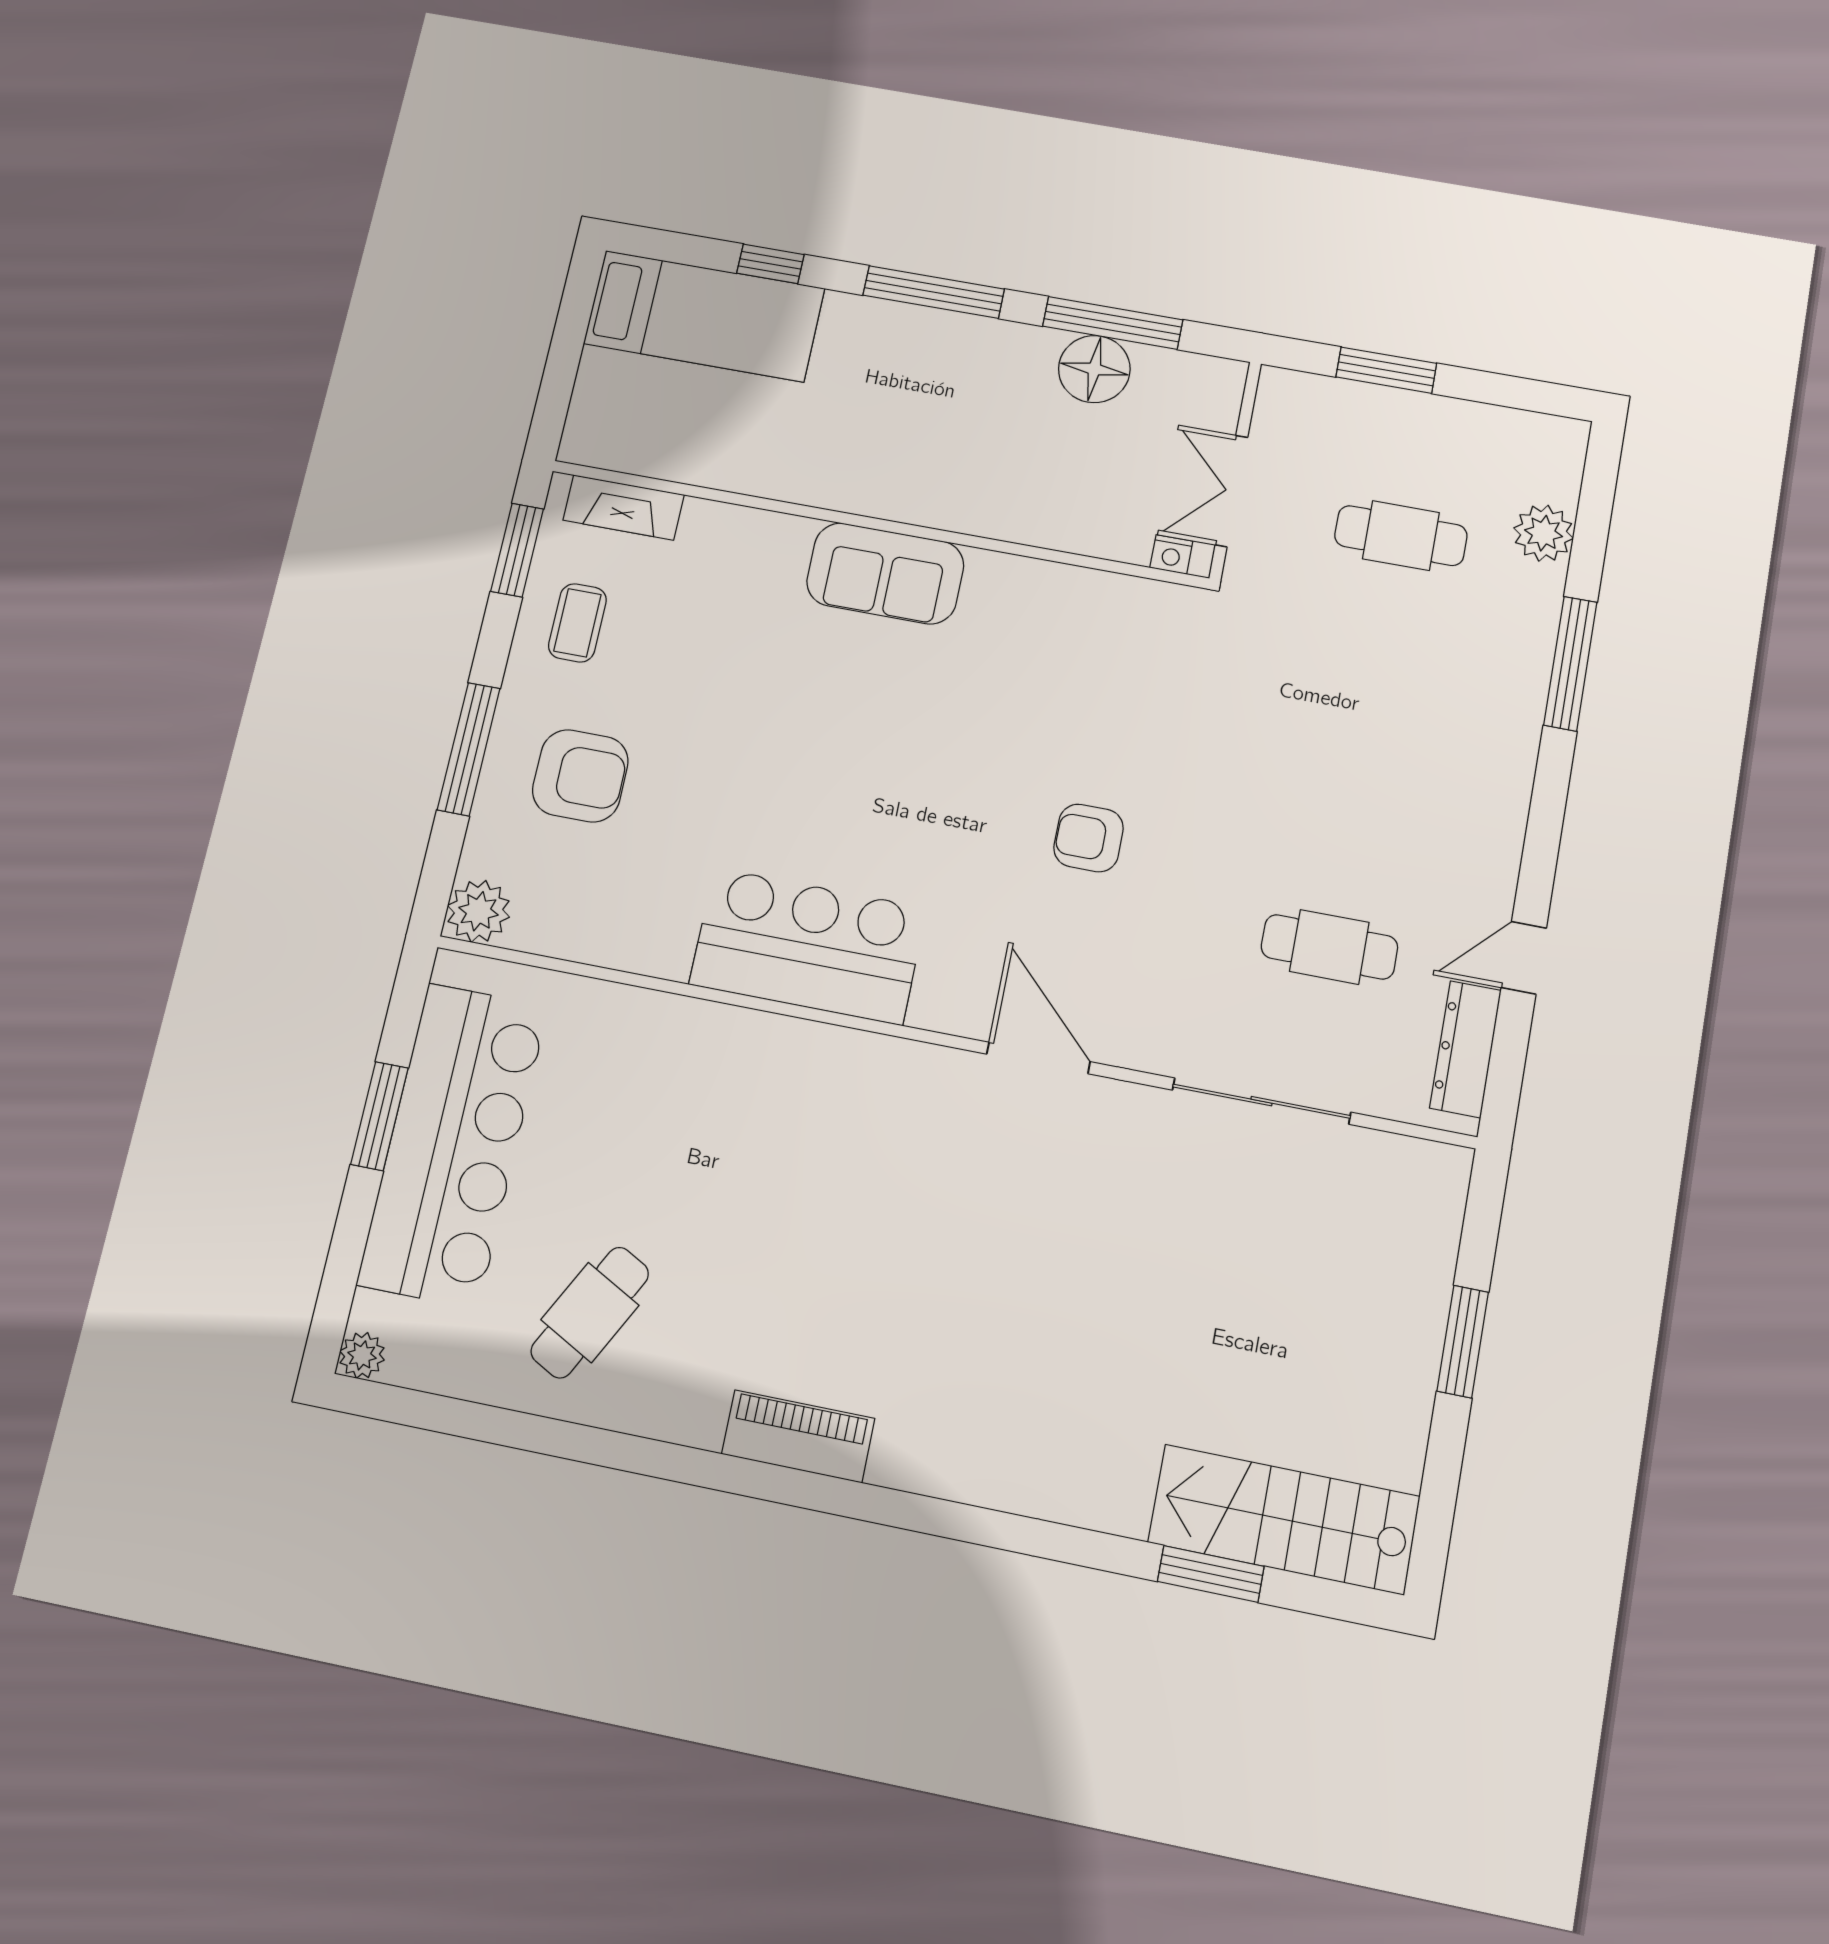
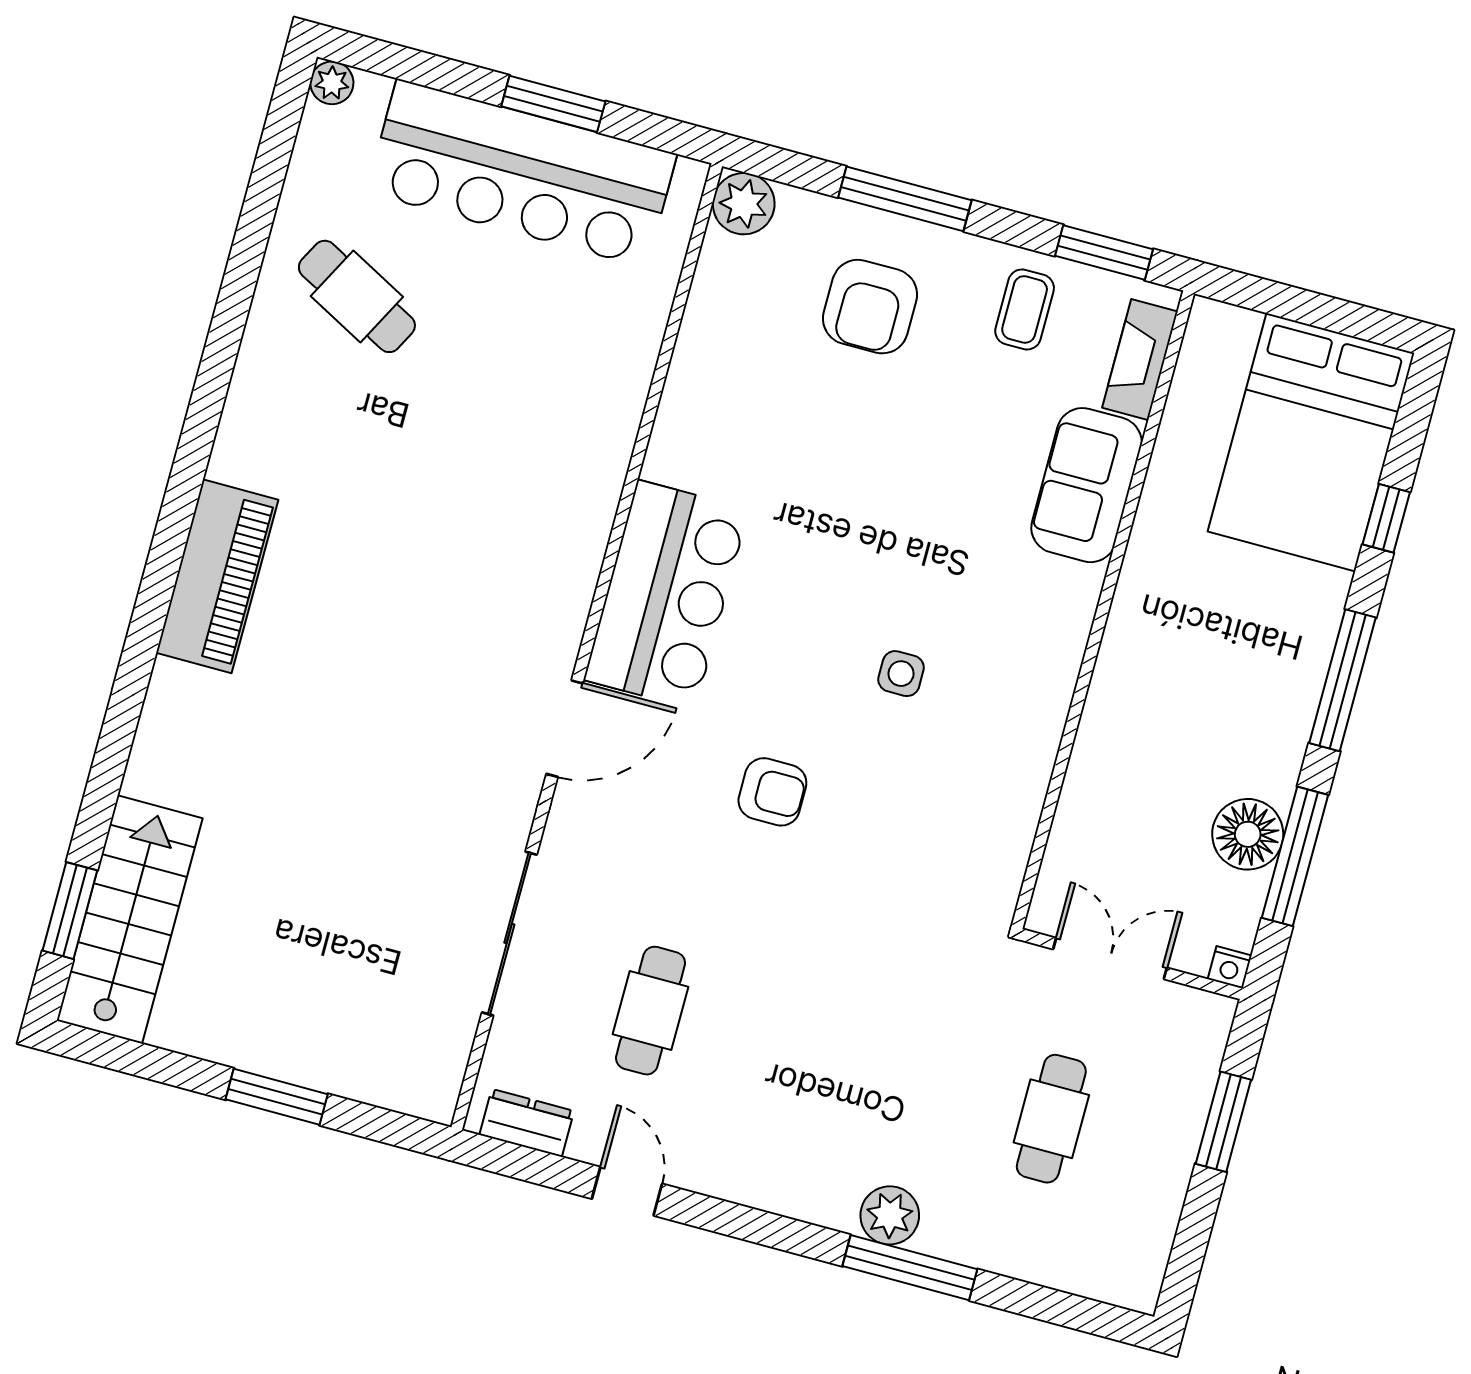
bed: (704, 316) -> (1311, 442), width x1.50
plant: (1544, 533) -> (890, 1215), moved
nightstand: (1171, 554) -> (1230, 967), moved, turned -90
sofa: (885, 573) -> (1087, 485), moved
coffee table: (577, 623) -> (1025, 309), turned 90
side table: (956, 717) -> (901, 674), added
armchair: (1089, 838) -> (772, 792), turned 90
bar counter: (808, 946) -> (666, 595), moved
dresser: (1465, 1049) -> (527, 1123), width x0.70
piano: (798, 1436) -> (217, 576), moved, width x1.37, depth x1.33
window: (1211, 1574) -> (70, 911), moved

